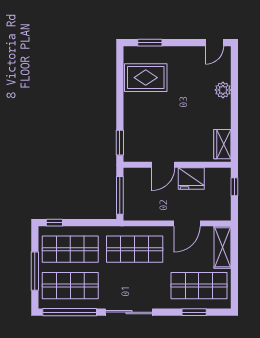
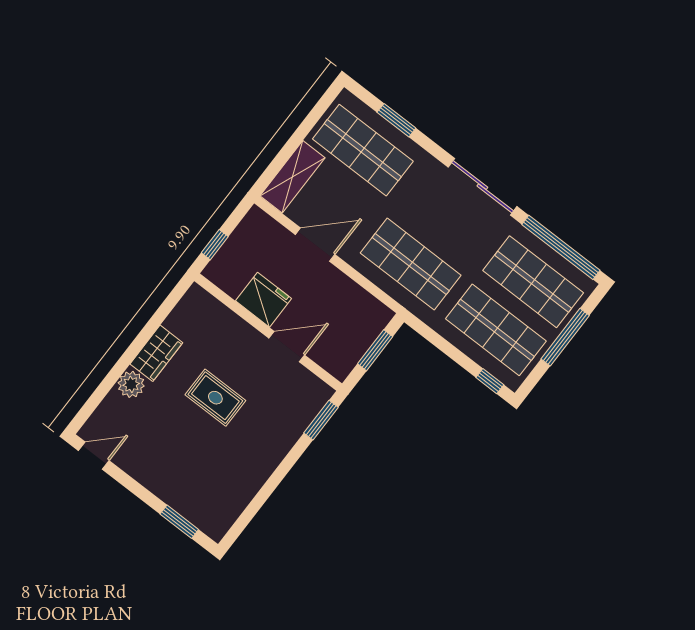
rug: (146, 78) -> (215, 398), moved, width x0.73, depth x0.70
wardrobe: (222, 144) -> (156, 353), moved
window: (120, 195) -> (375, 350), width x0.69

